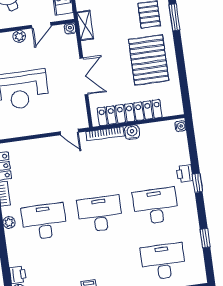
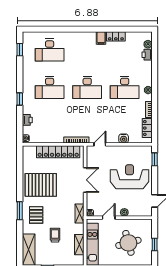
pallet: (149, 60) -> (41, 185), turned 90
double door: (84, 76) -> (85, 180), swing flipped
door: (69, 132) -> (100, 144), hinge flipped
water cooler: (132, 132) -> (124, 139), moved
printer: (185, 174) -> (27, 120), moved
window: (205, 238) -> (20, 50), moved

